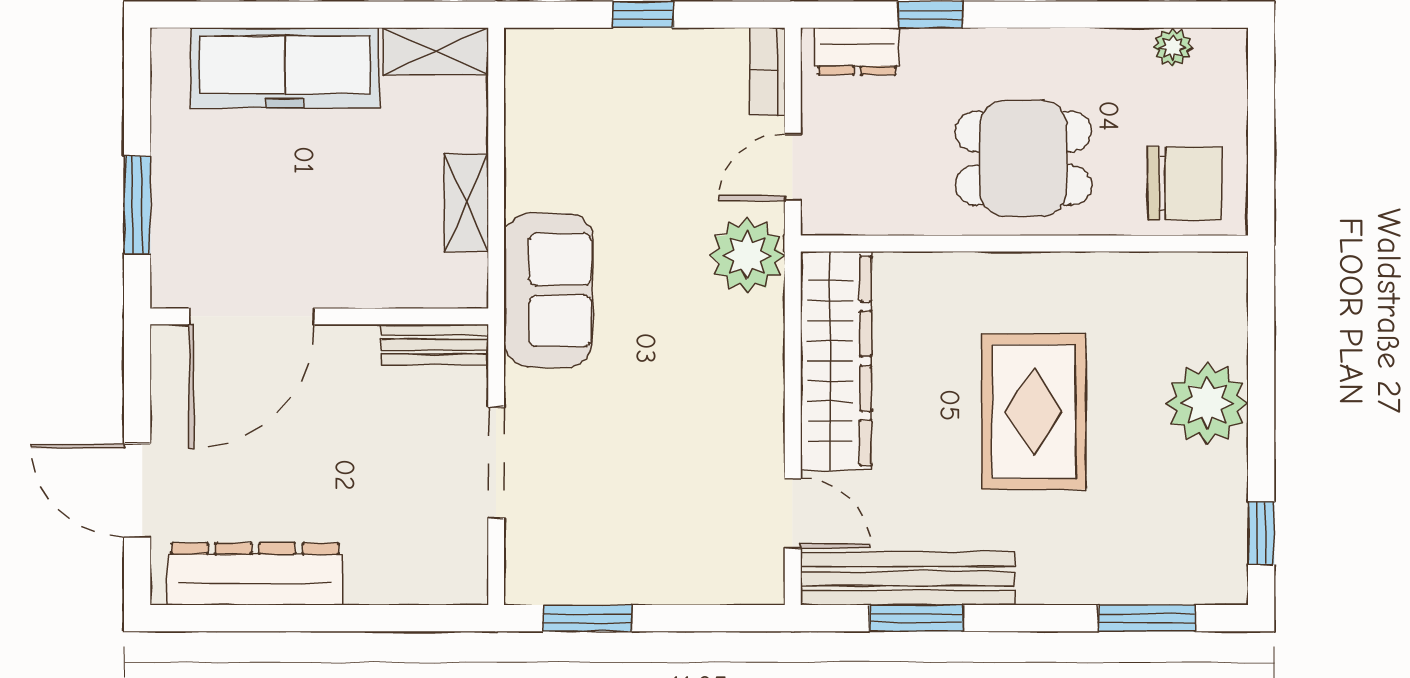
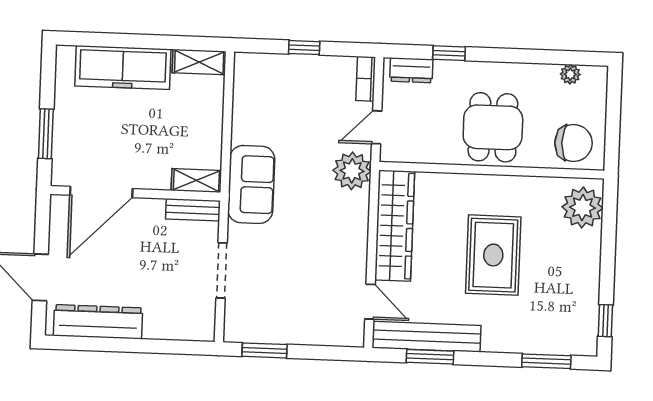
dining table: (1023, 158) -> (493, 127), turned 90
shelving: (466, 203) -> (196, 181), moved, turned 90
plant: (1207, 403) -> (583, 208), moved

